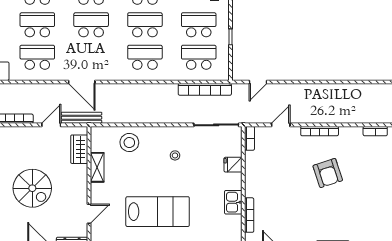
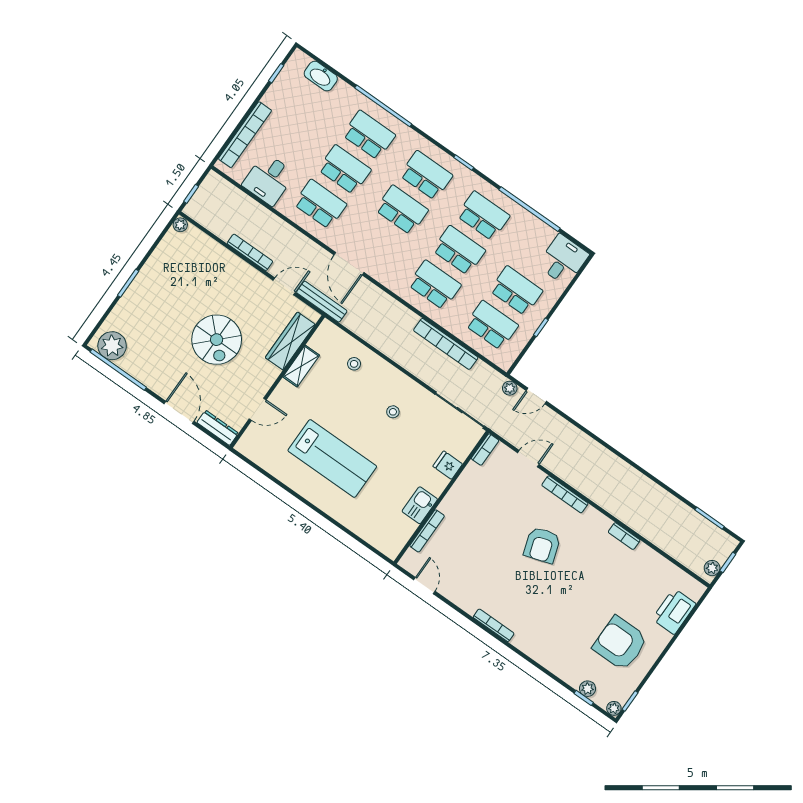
bookcase: (205, 89) -> (446, 344), moved
plant: (238, 89) -> (510, 388), added
stool: (129, 143) -> (354, 364), width x0.53, depth x0.53
wardrobe: (79, 149) -> (290, 341), width x1.50

